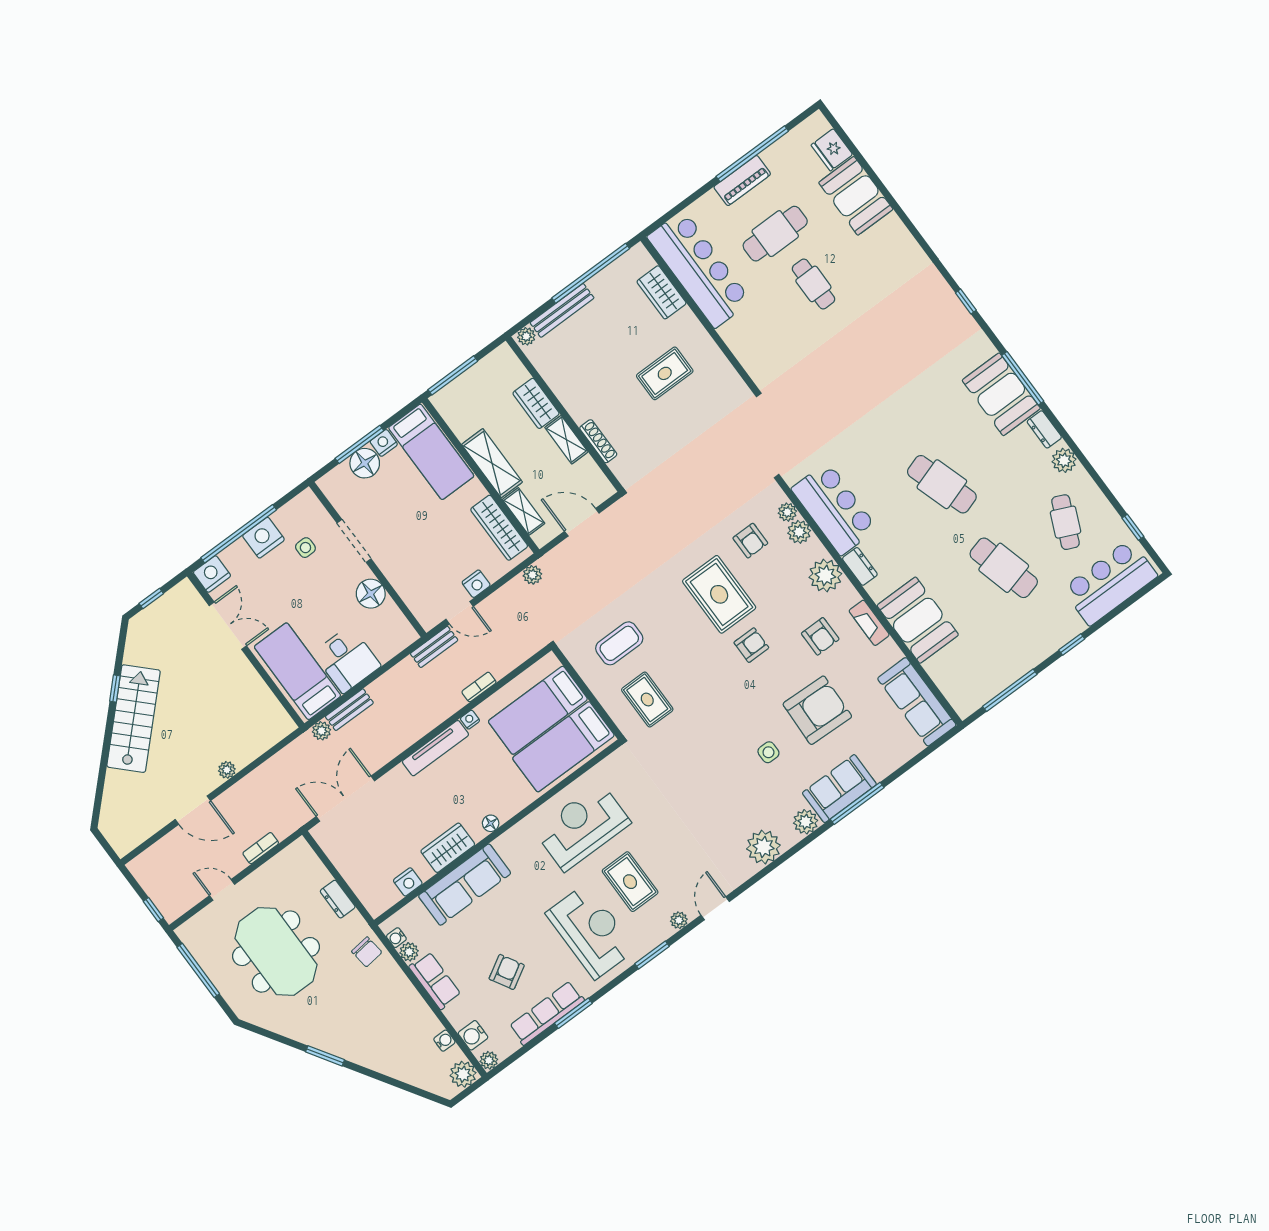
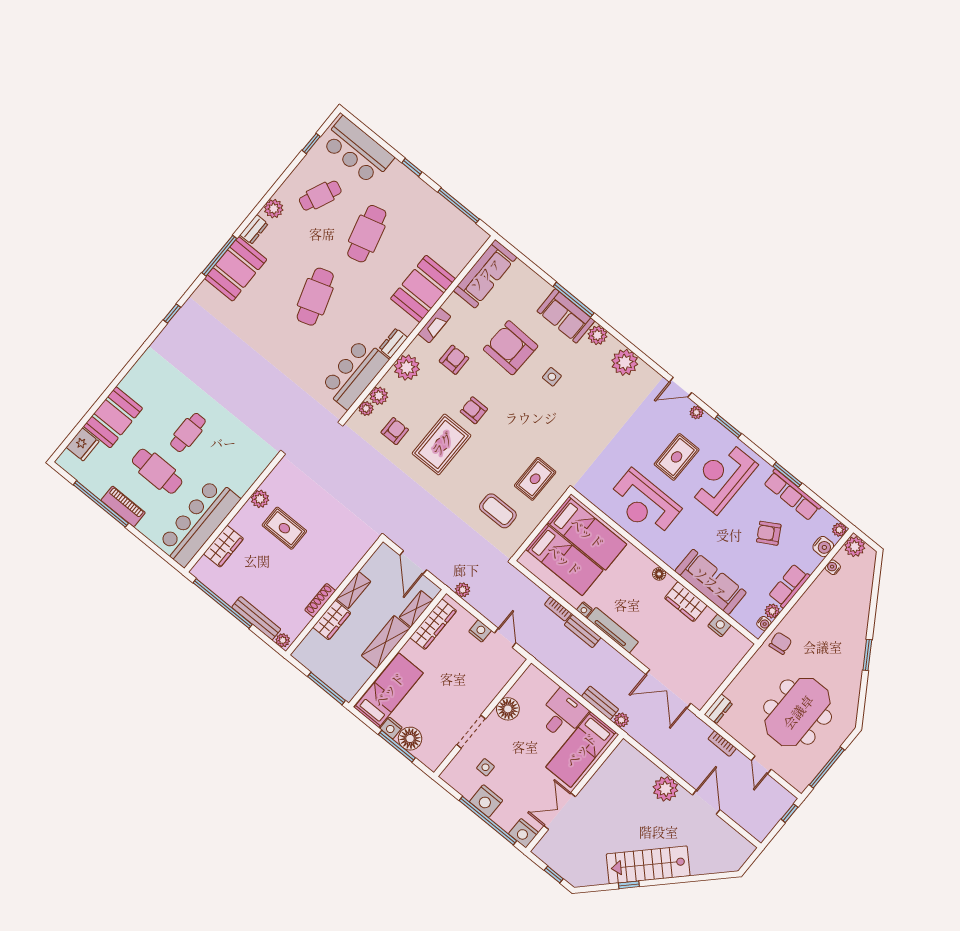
plant: (709, 352) -> (260, 499), added
shoe rack: (598, 441) -> (320, 600), moved
bench: (434, 647) -> (583, 631), moved
plant: (227, 770) -> (665, 789), width x1.88, depth x1.88
dresser: (338, 899) -> (719, 709), moved

